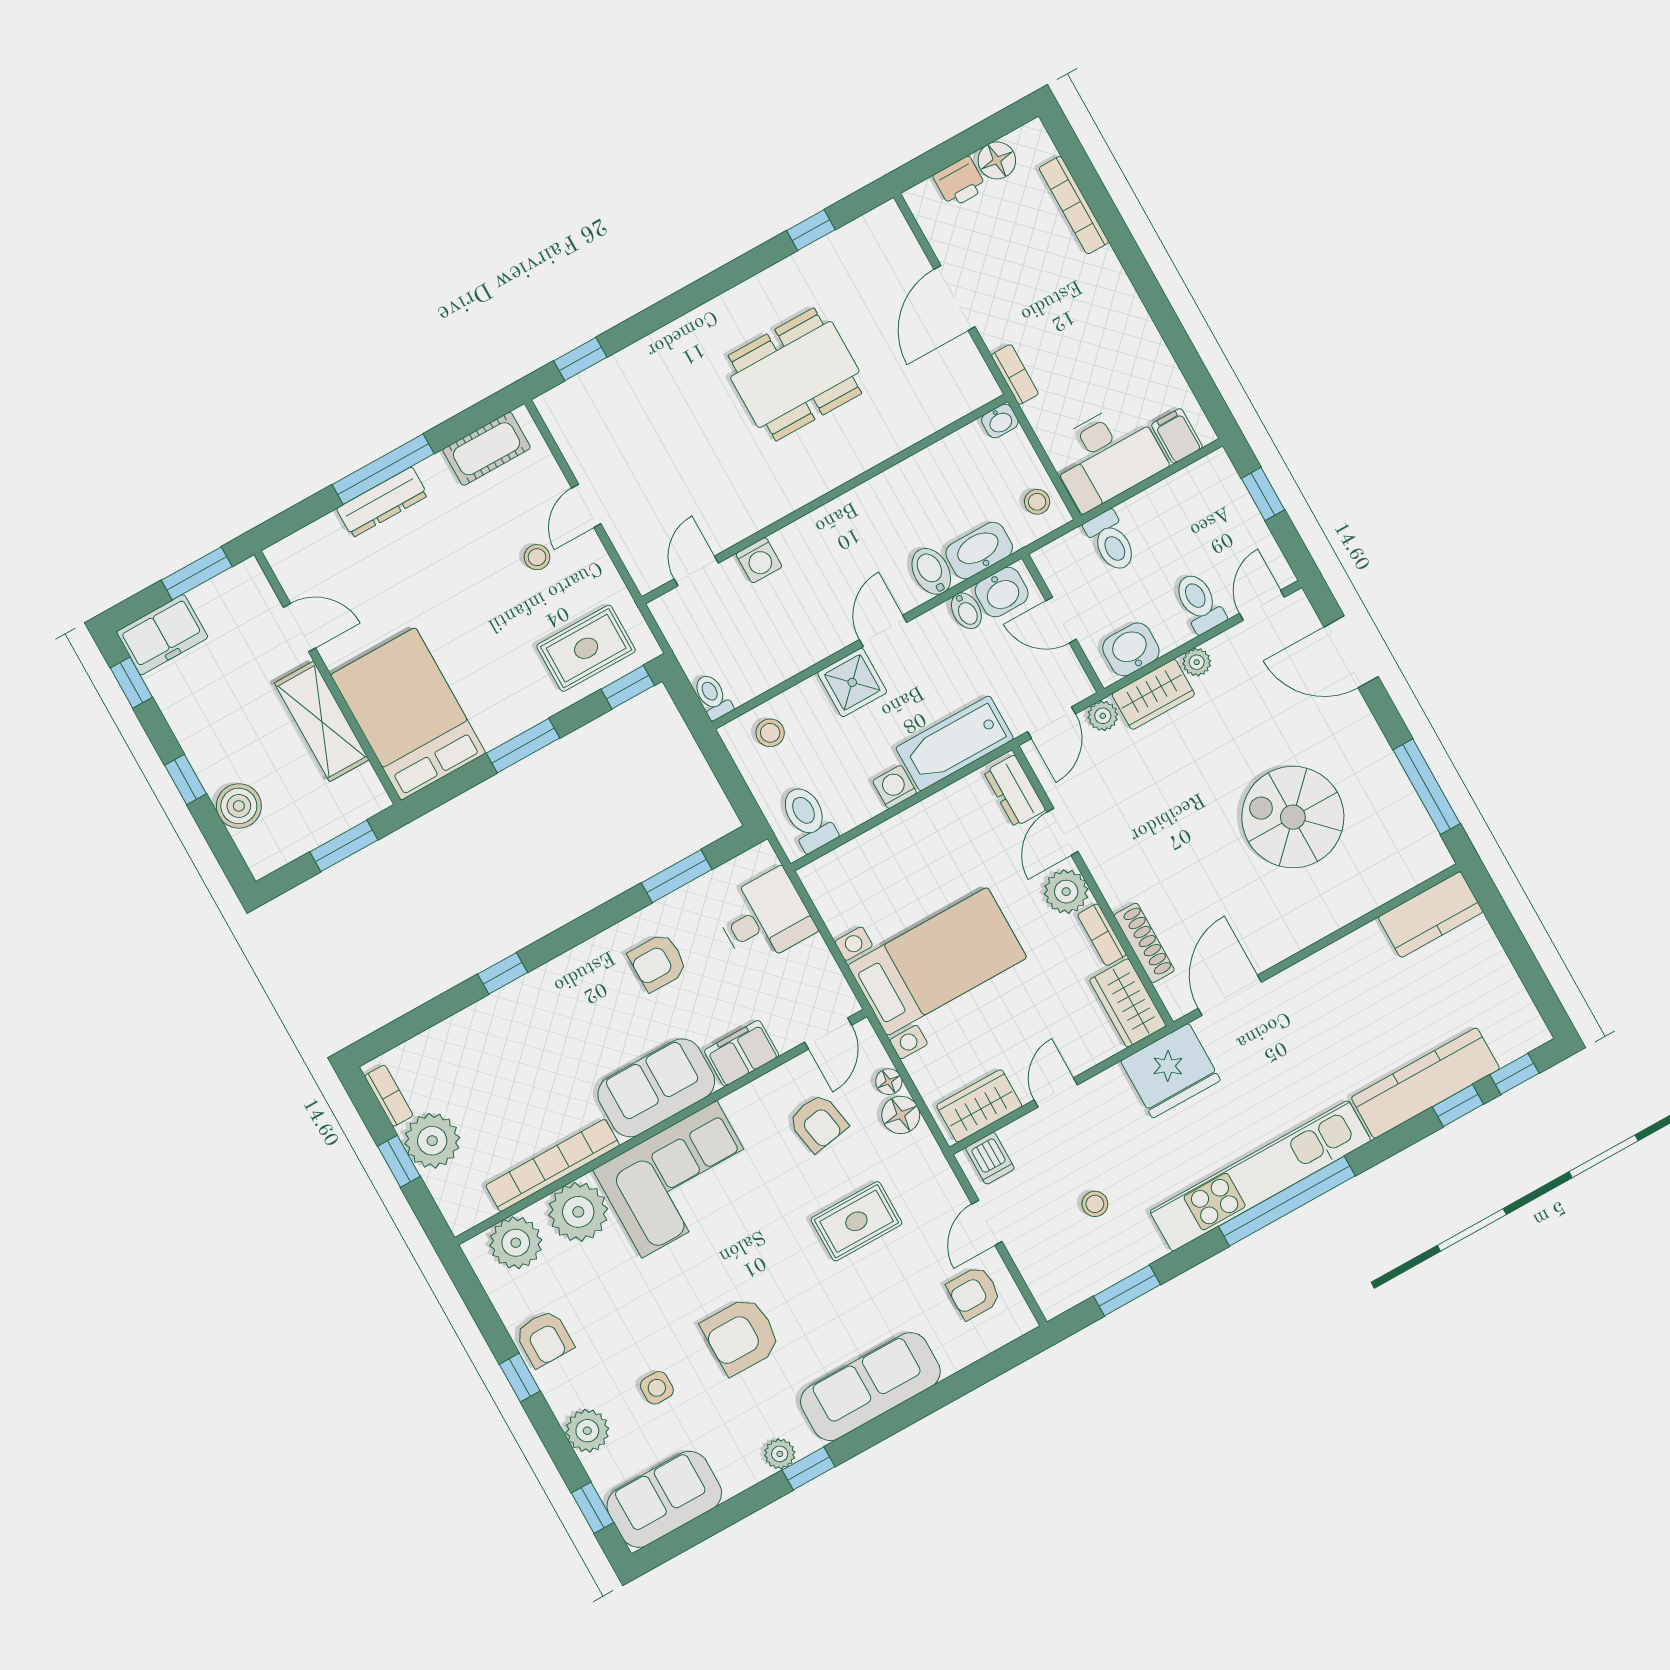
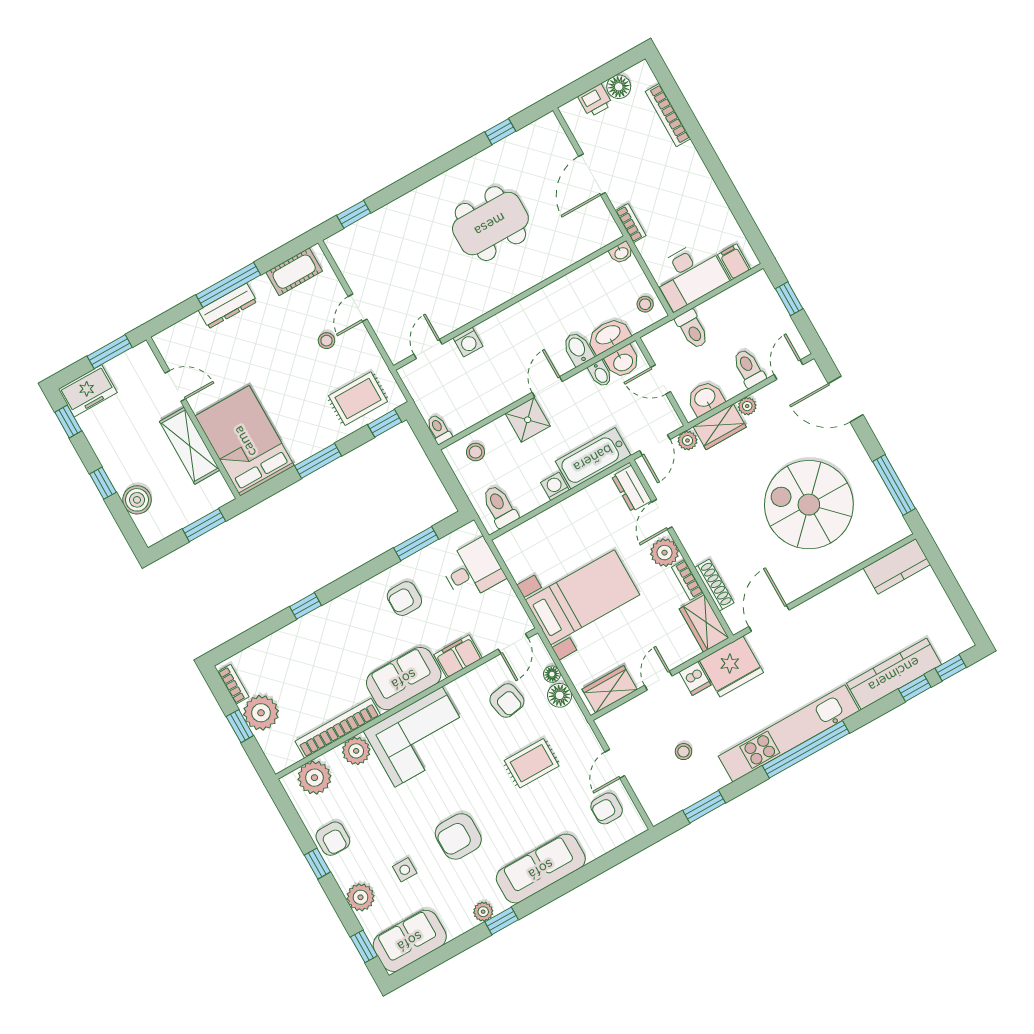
spiral stairs: (1293, 817) -> (809, 505), width x1.37, depth x1.37
dishwasher: (990, 1158) -> (695, 678), moved
plant: (578, 1212) -> (356, 751), width x0.73, depth x0.73

